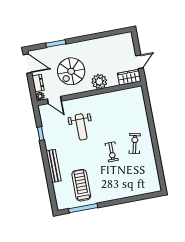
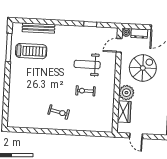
spiral stairs: (71, 71) -> (143, 68), turned 90
wardrobe: (129, 77) -> (124, 112), moved
exercise bike: (112, 152) -> (85, 91), moved
bench: (54, 166) -> (38, 28), moved

